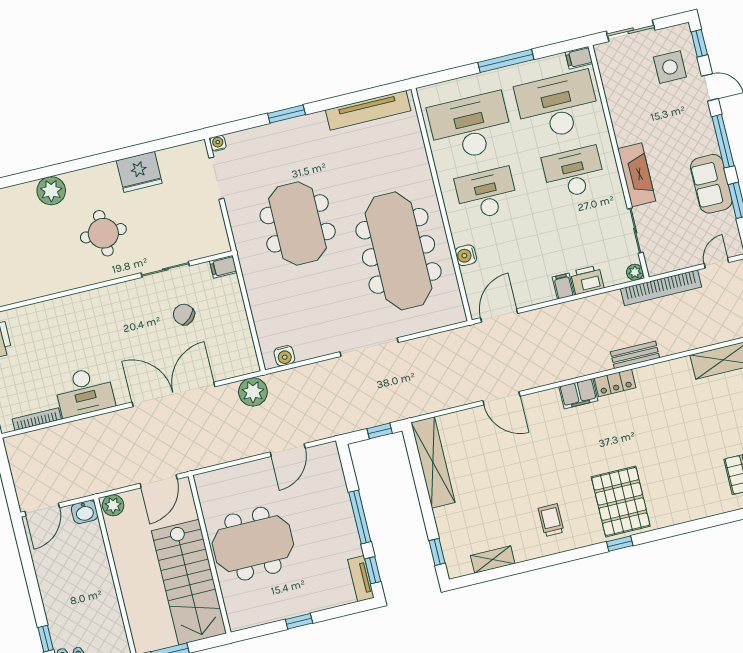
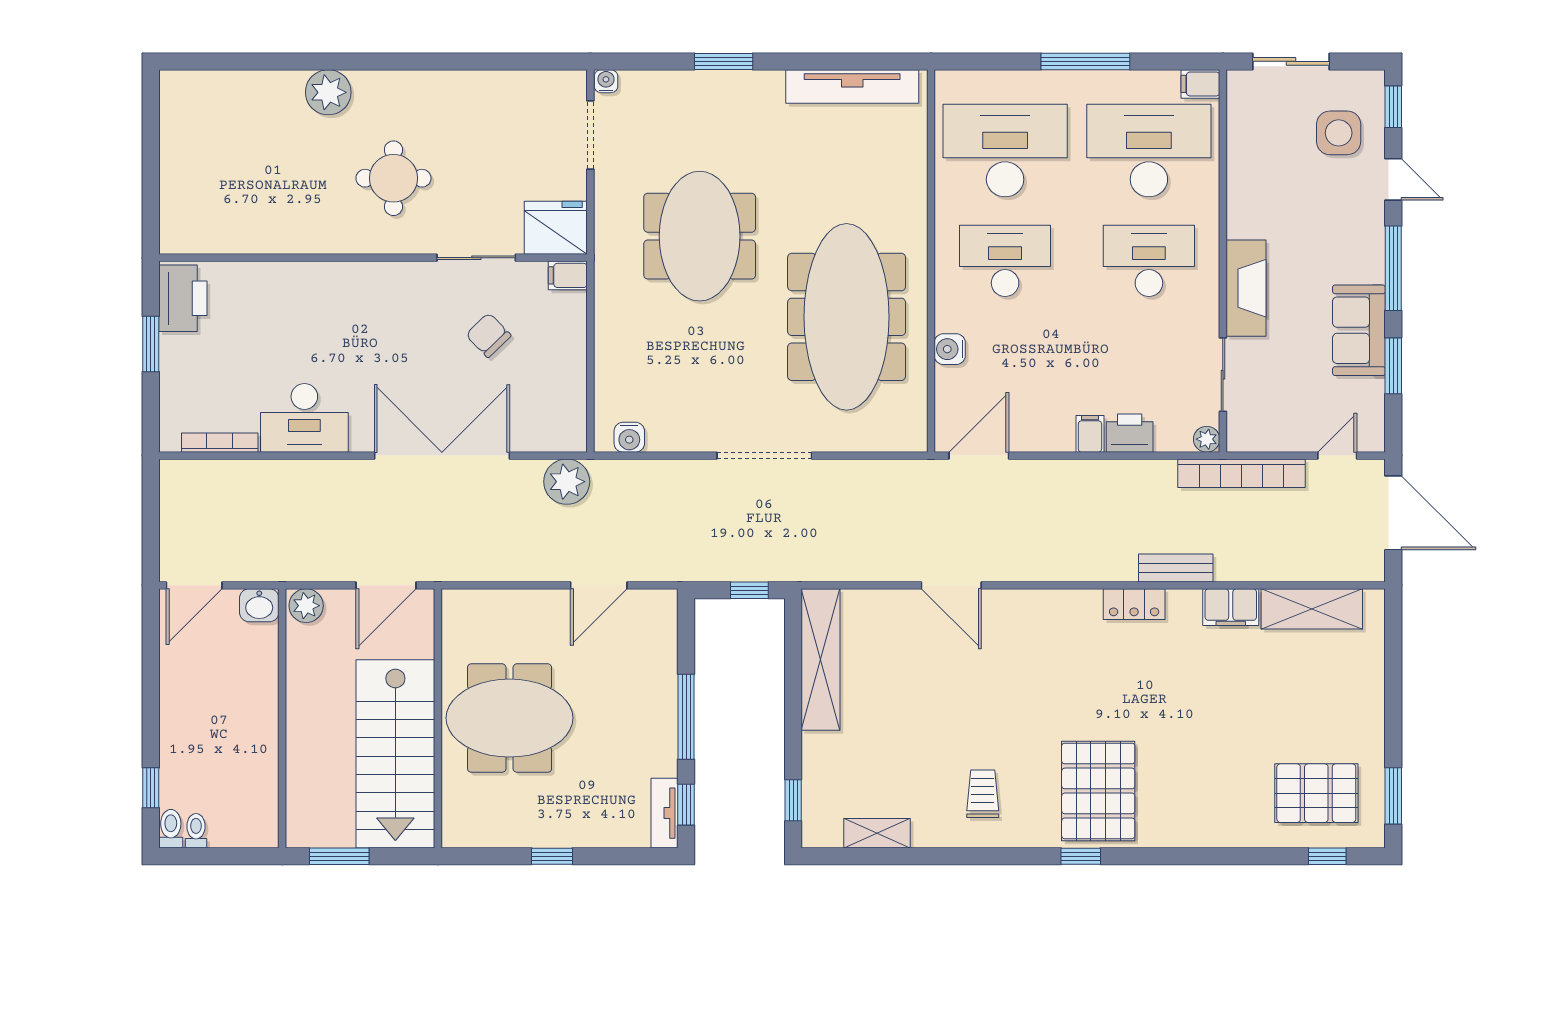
fridge: (139, 172) -> (556, 228), moved, turned 180
filing cabinet: (578, 394) -> (1231, 607), moved

